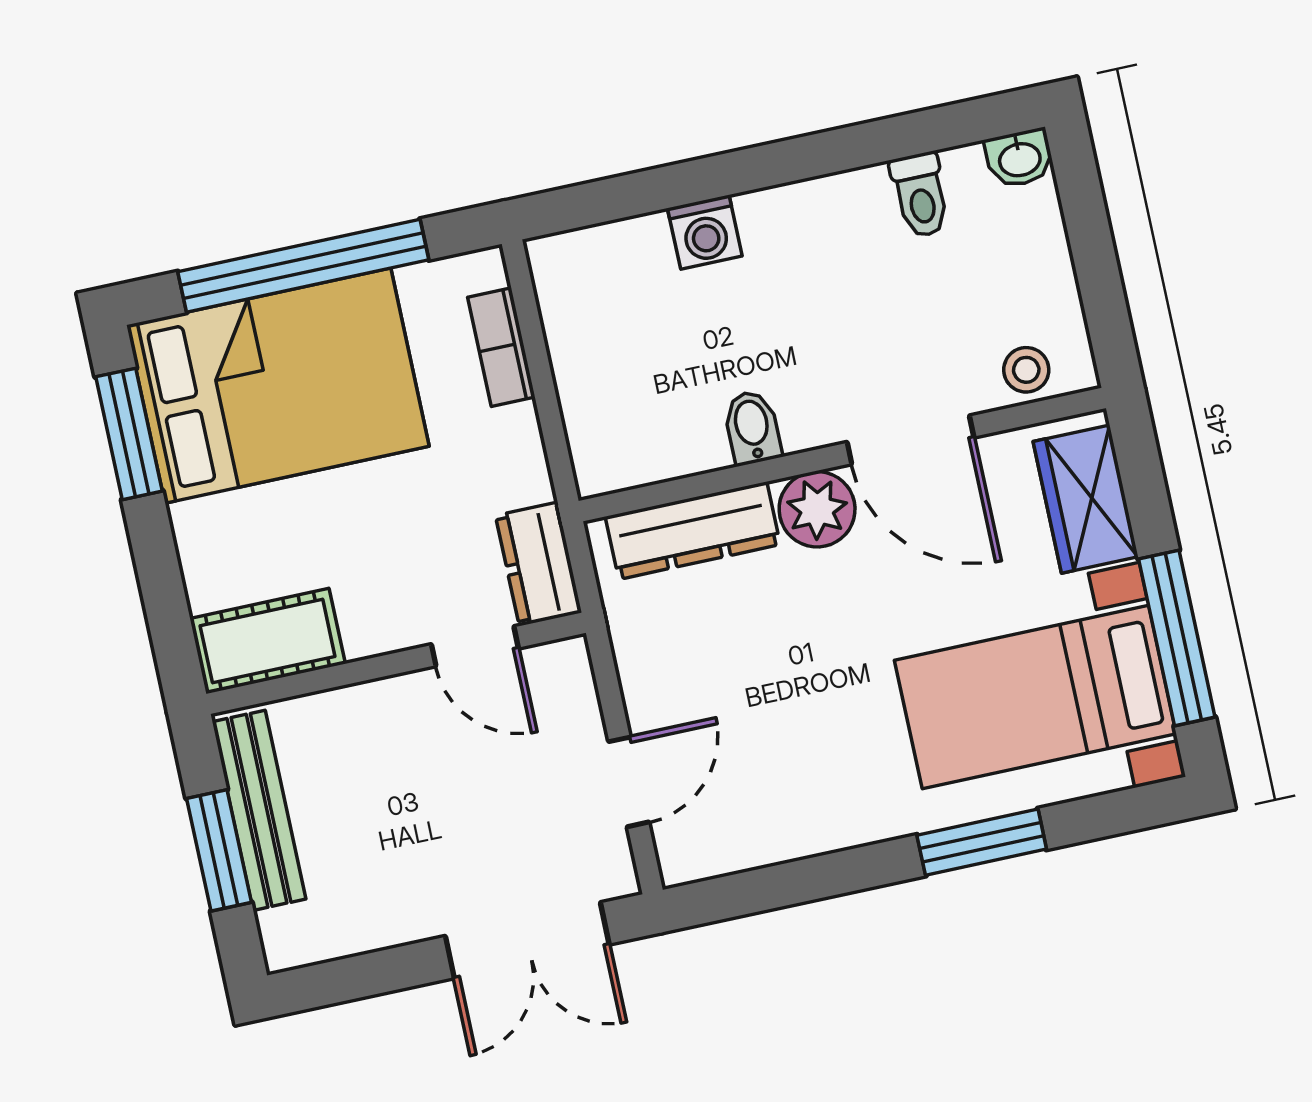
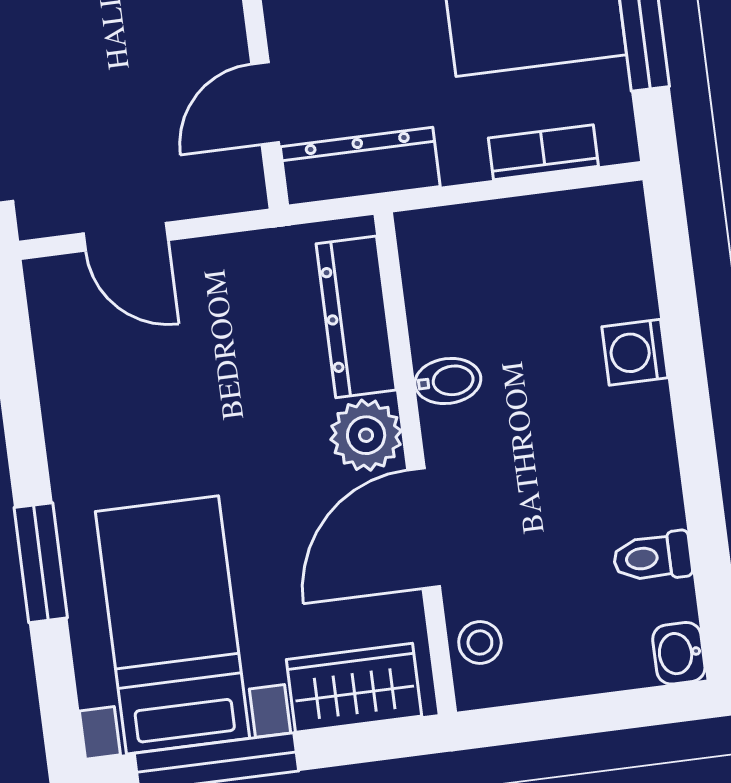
dresser: (539, 564) -> (360, 167), width x1.44

